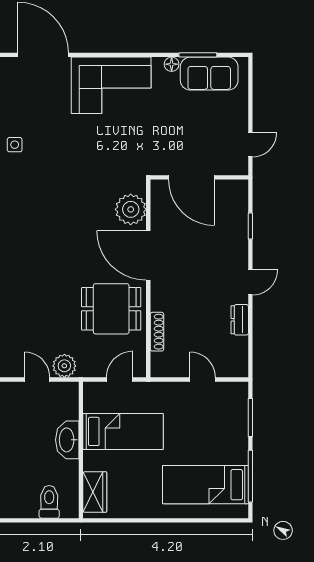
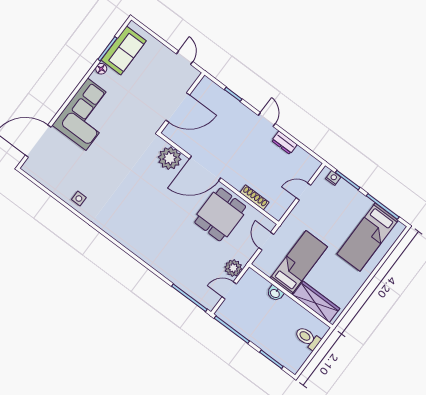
nightstand: (241, 400) -> (333, 178), added
washbasin: (67, 440) -> (275, 293), width x0.52, depth x0.69
wardrobe: (95, 492) -> (316, 302), width x1.50

